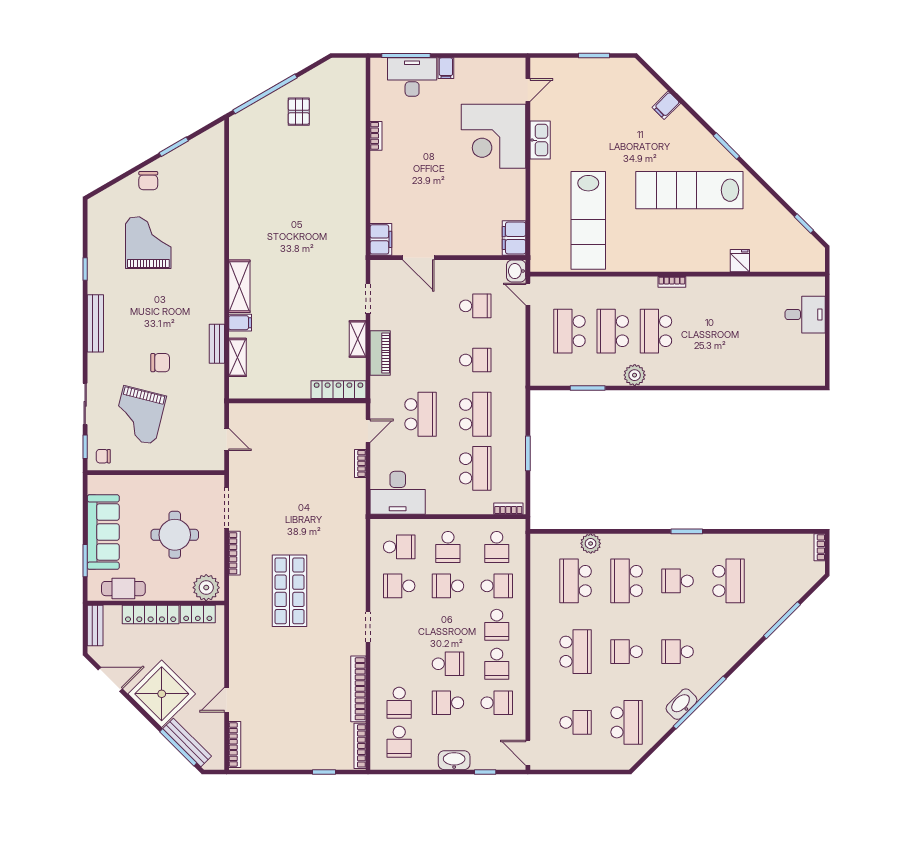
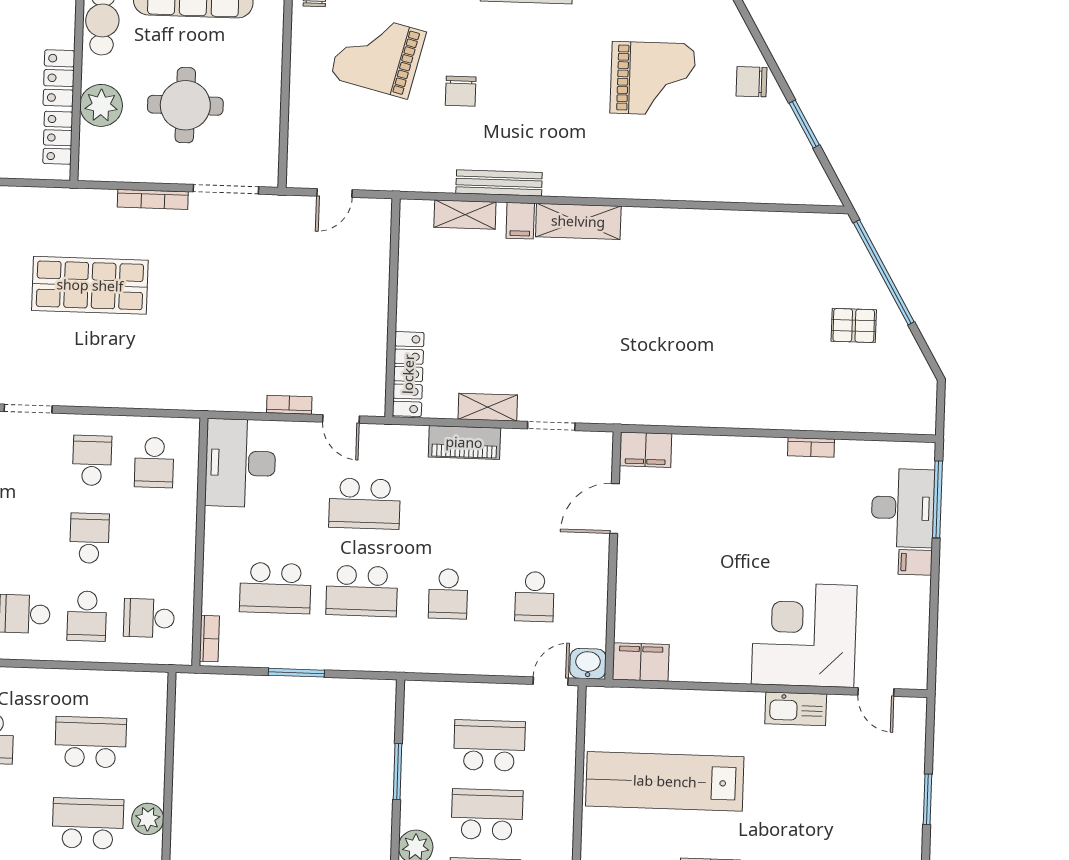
bench: (217, 344) -> (499, 183), width x1.36
plant: (591, 543) -> (148, 819), moved
school desk: (448, 547) -> (152, 540), removed
plant: (206, 588) -> (101, 105), moved
locker: (151, 615) -> (59, 78), width x0.66

